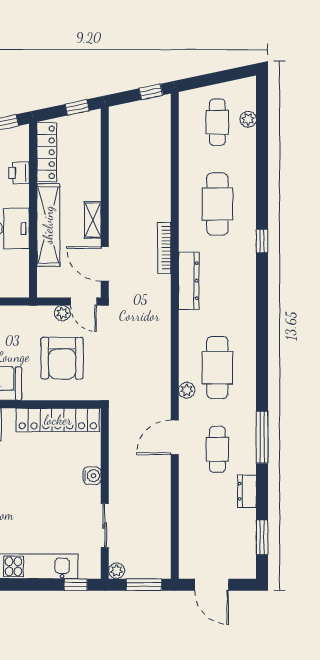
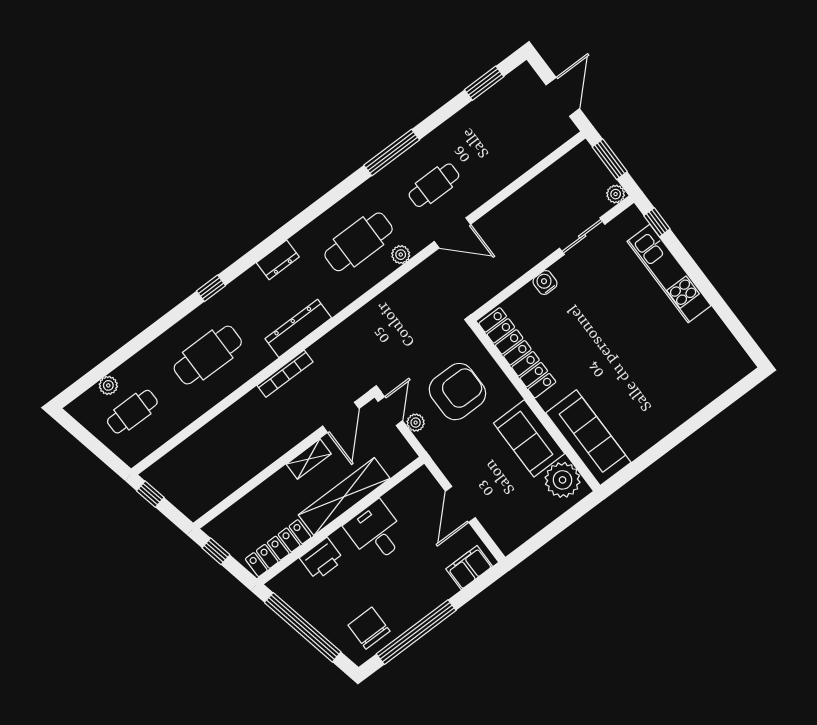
printer: (19, 173) -> (322, 559), width x1.36, depth x1.24
dresser: (247, 491) -> (278, 260), moved

